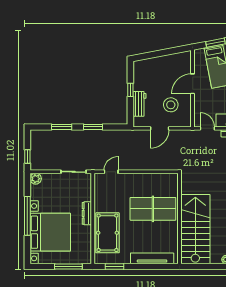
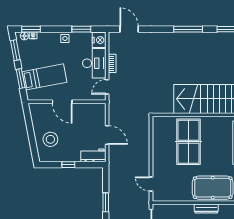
workbench: (140, 104) -> (93, 155), moved
stool: (171, 105) -> (50, 139), moved
dresser: (87, 213) -> (206, 209), moved

